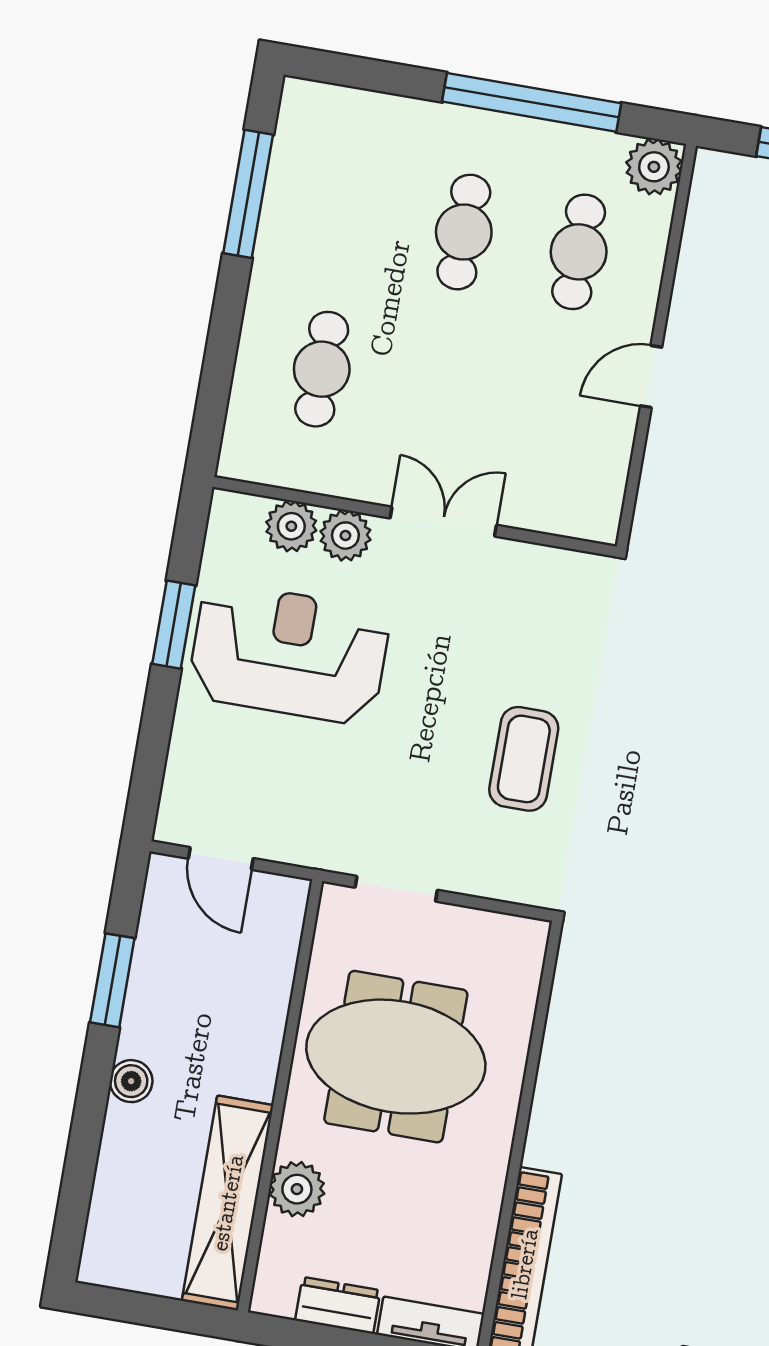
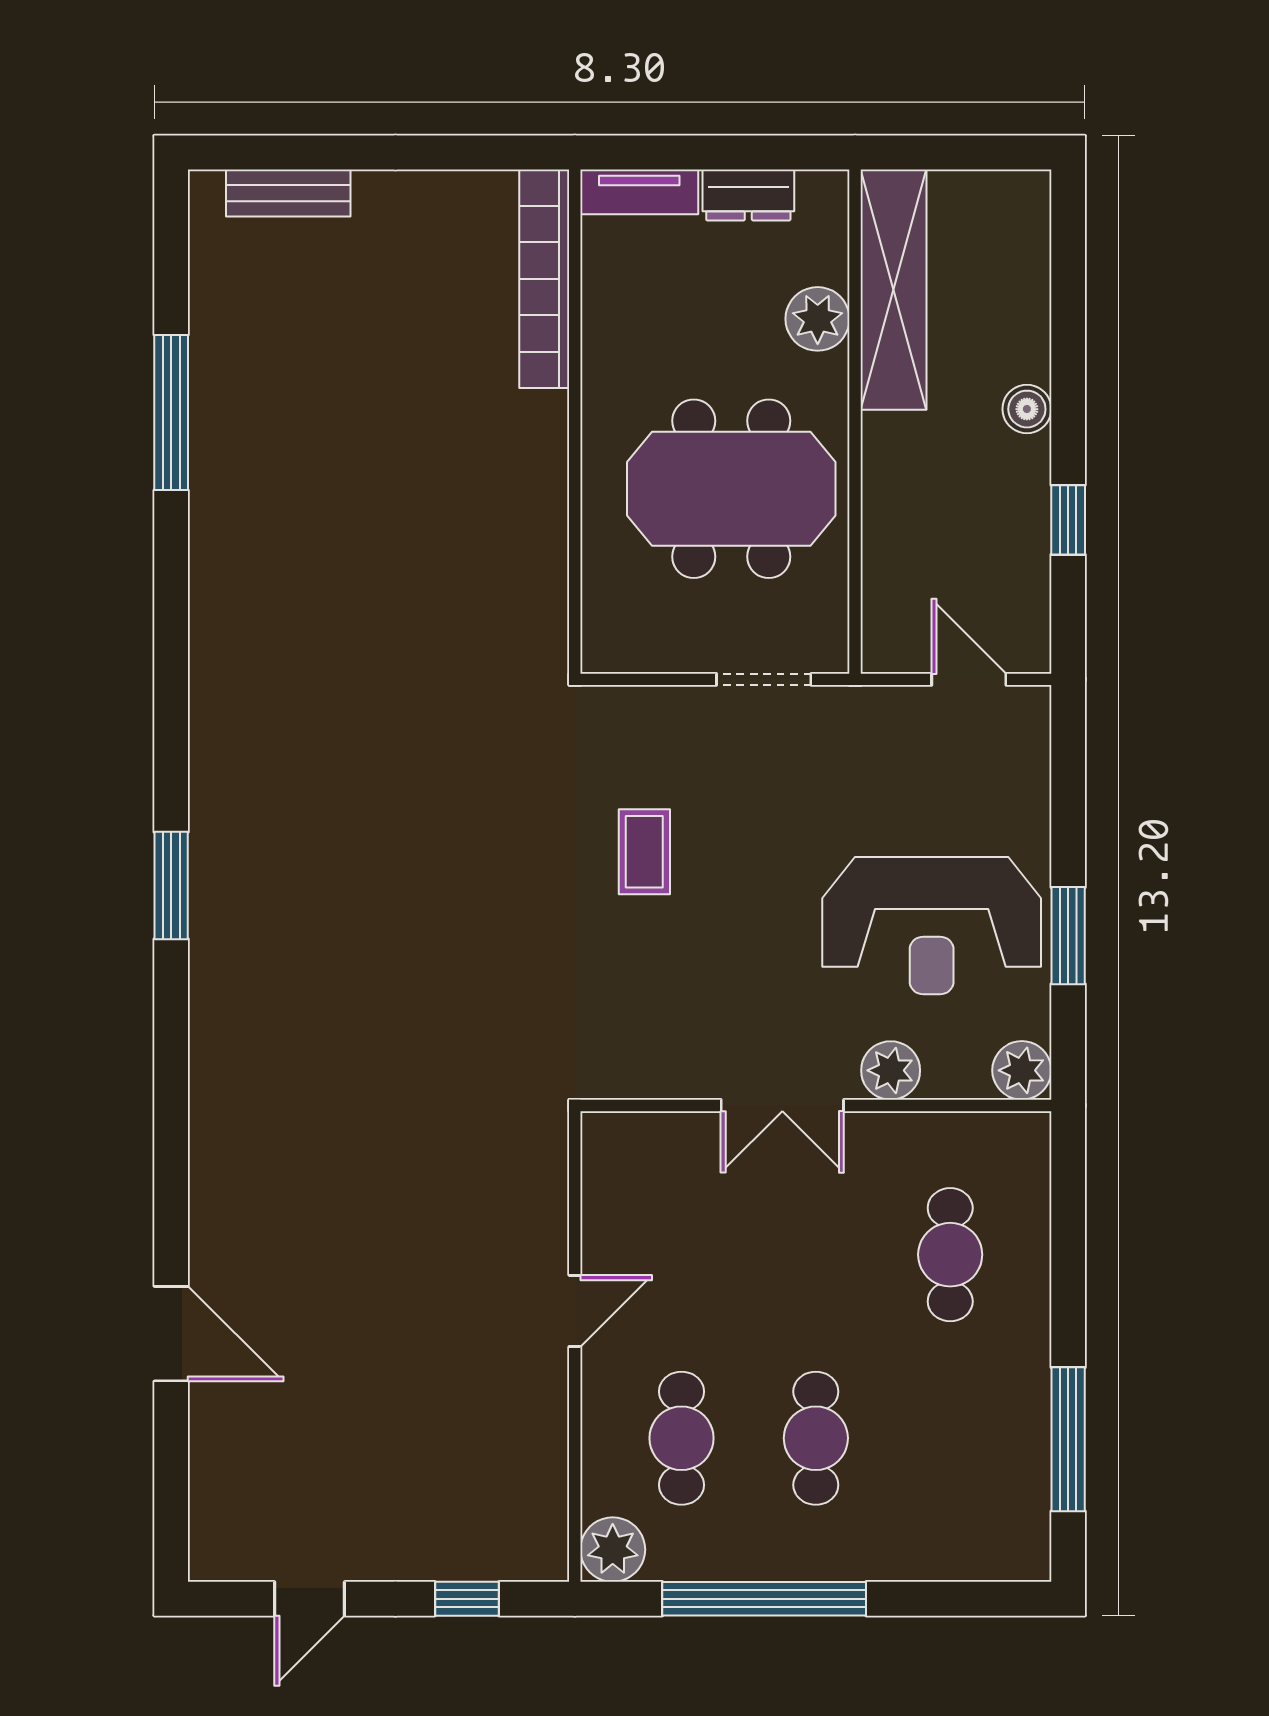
plant: (291, 526) -> (1022, 1070), moved
coffee table: (524, 759) -> (644, 852), width x0.73, depth x0.77
window: (112, 980) -> (1068, 520), width x0.67

